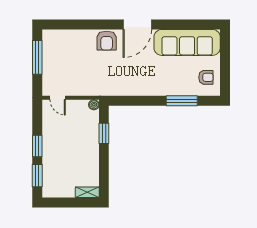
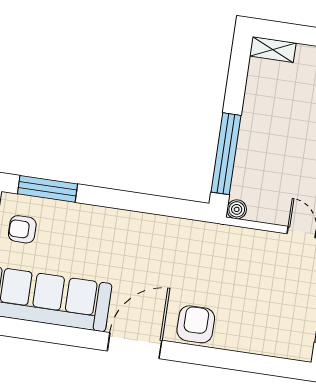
window: (182, 101) -> (48, 189), moved
window: (104, 133) -> (226, 154), width x2.11

